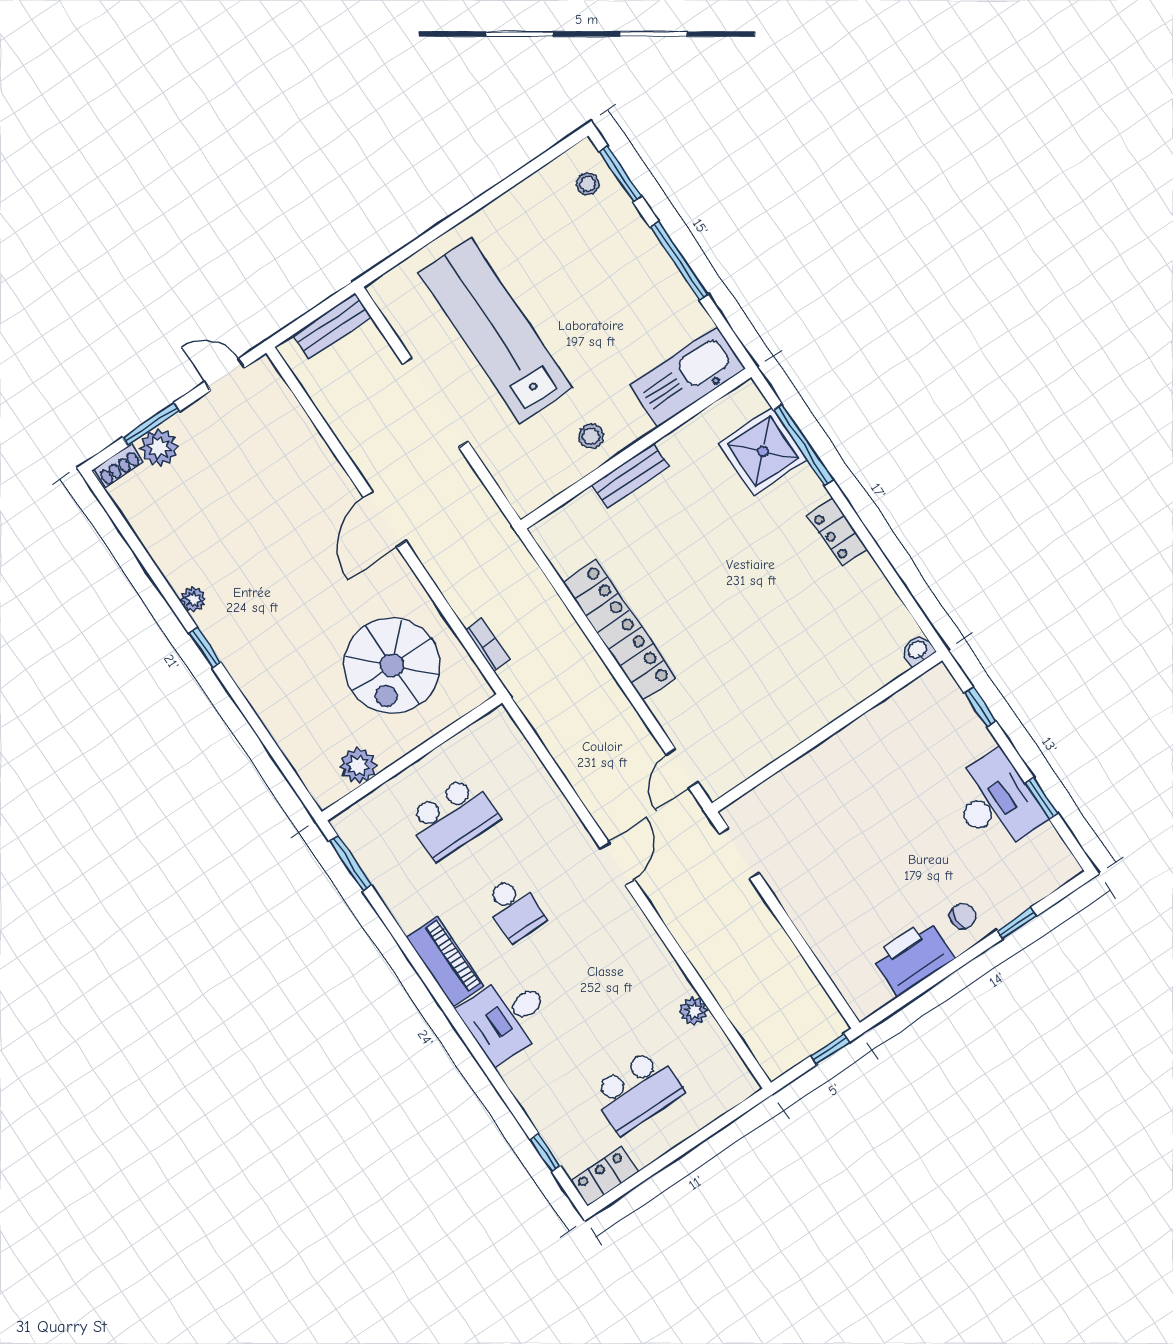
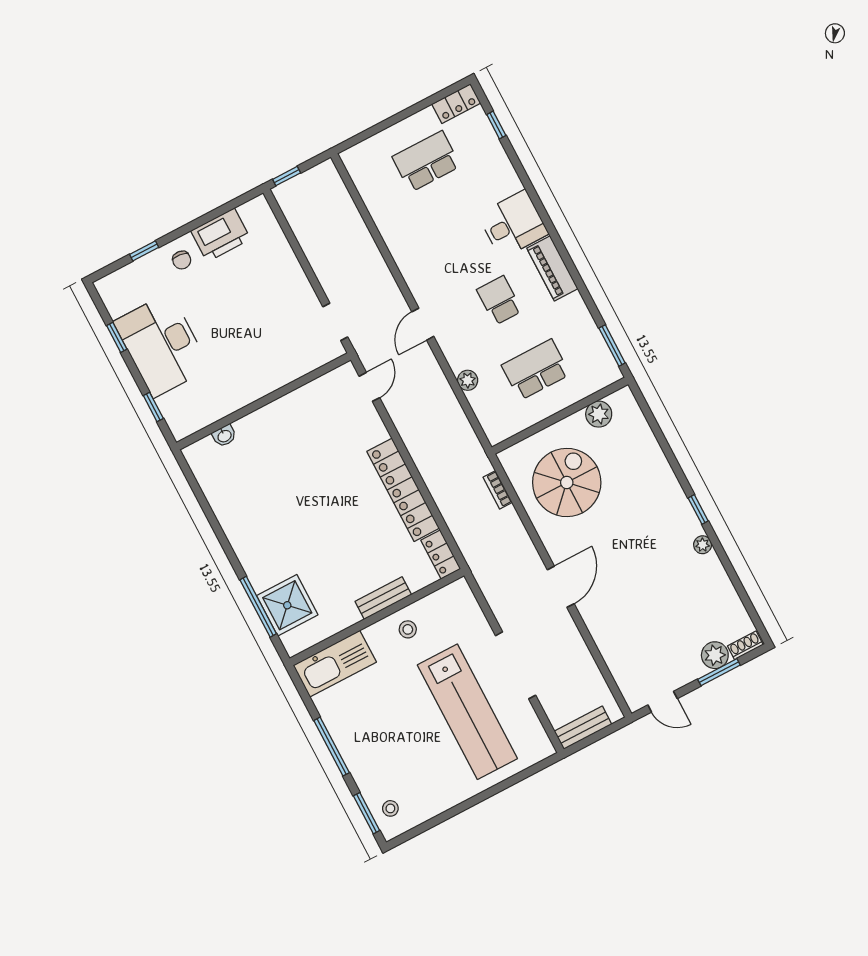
locker: (837, 532) -> (441, 555), moved, turned 180
washbasin: (918, 650) -> (224, 436), moved
desk: (996, 802) -> (162, 345), width x1.36, depth x1.30
chair: (963, 916) -> (182, 260), turned -84
plant: (693, 1011) -> (468, 380), moved

